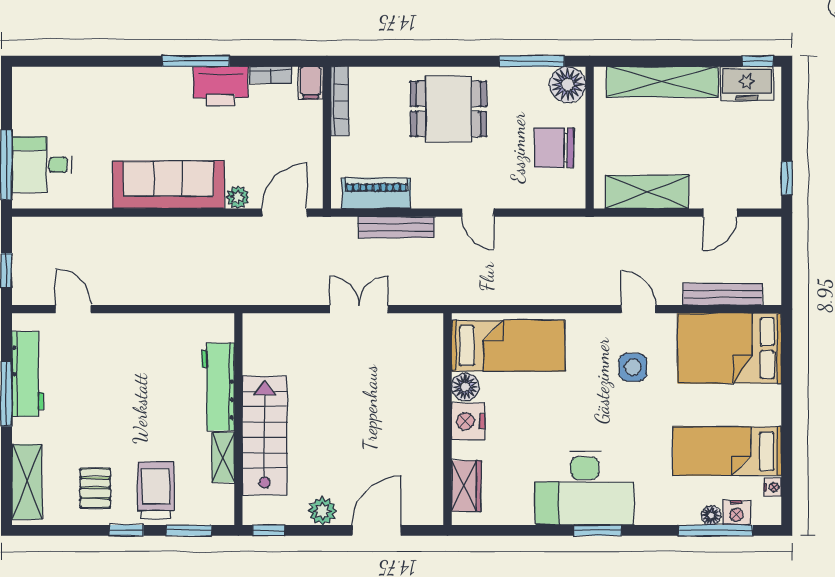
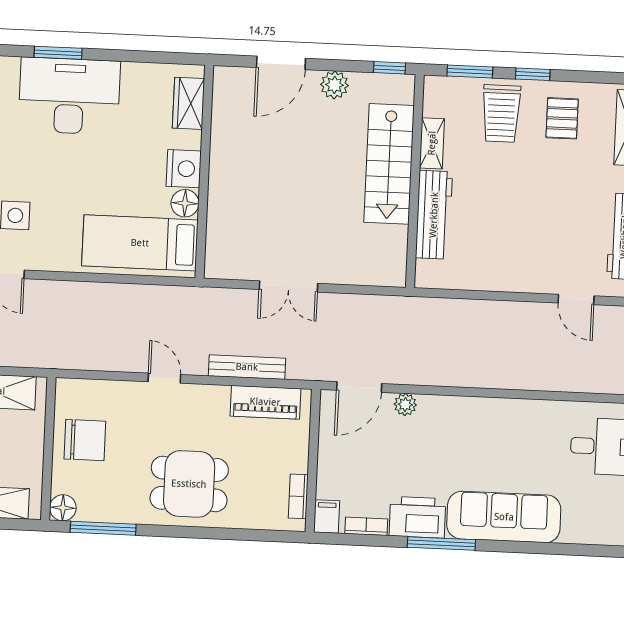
floor lamp: (568, 85) -> (63, 508), width x0.73, depth x0.73
bookcase: (340, 101) -> (298, 496), width x0.64
sofa: (168, 185) -> (504, 517), moved, turned 180

